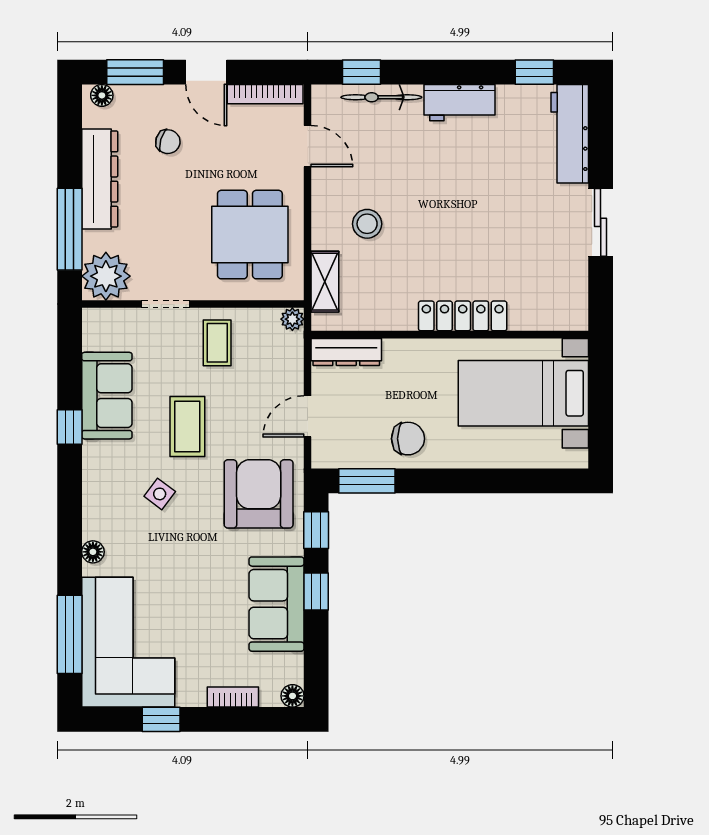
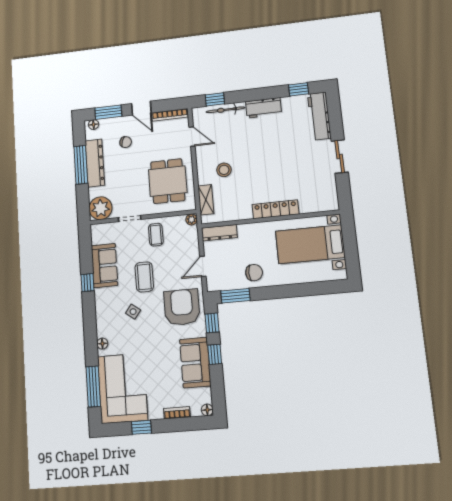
window: (70, 229) -> (81, 165), moved

